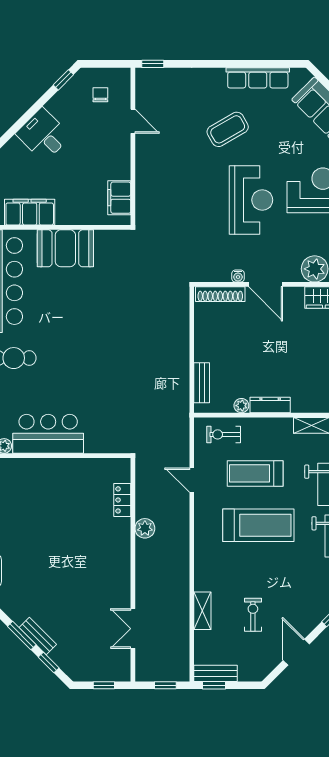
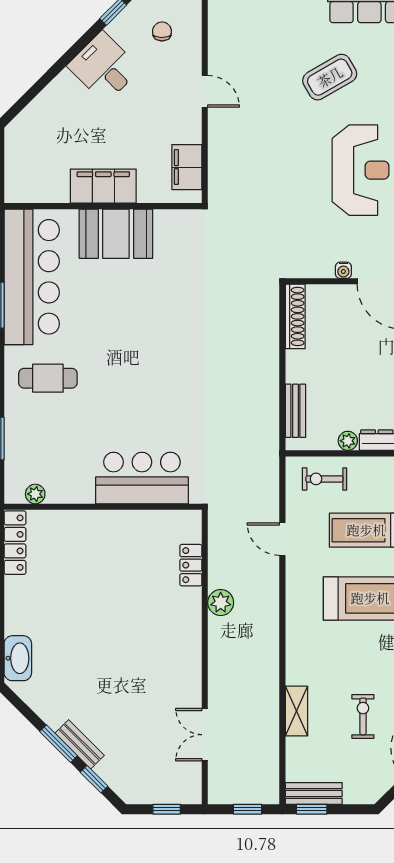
door: (133, 121) -> (205, 91), moved
desk: (43, 135) -> (104, 67), moved
filing cabinet: (30, 212) -> (103, 186), moved
shoe rack: (220, 294) -> (295, 316), moved, turned -90
bar counter: (48, 434) -> (142, 478), moved

